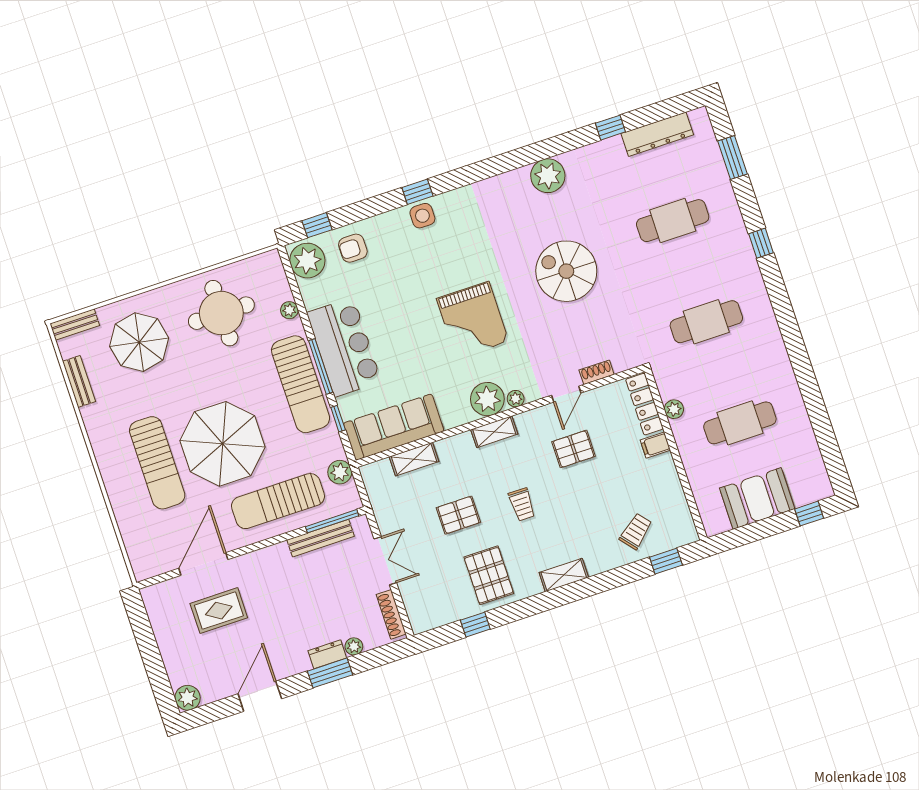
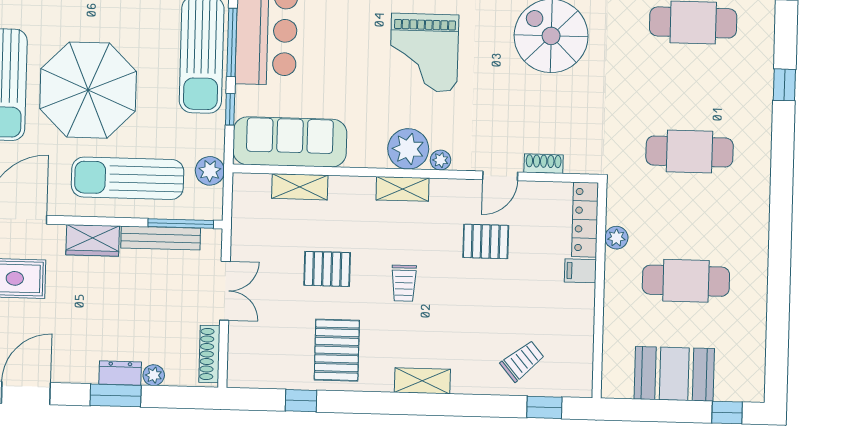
wardrobe: (268, 559) -> (93, 240), added

